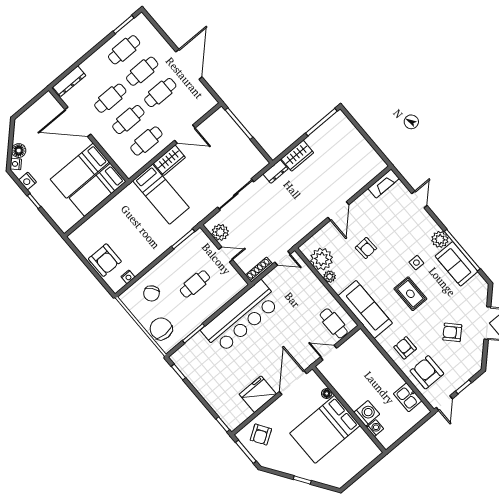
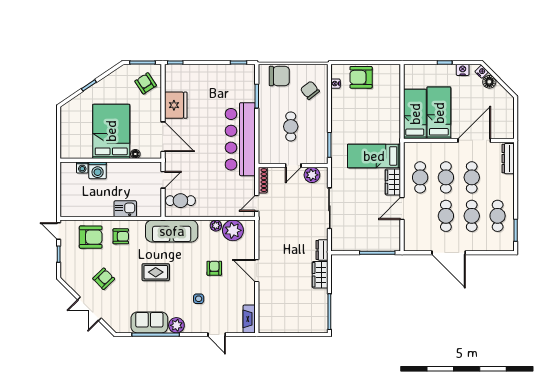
armchair: (366, 248) -> (214, 268), turned 93
side table: (416, 263) -> (199, 299), moved
kitchen sink: (408, 397) -> (125, 209), moved

